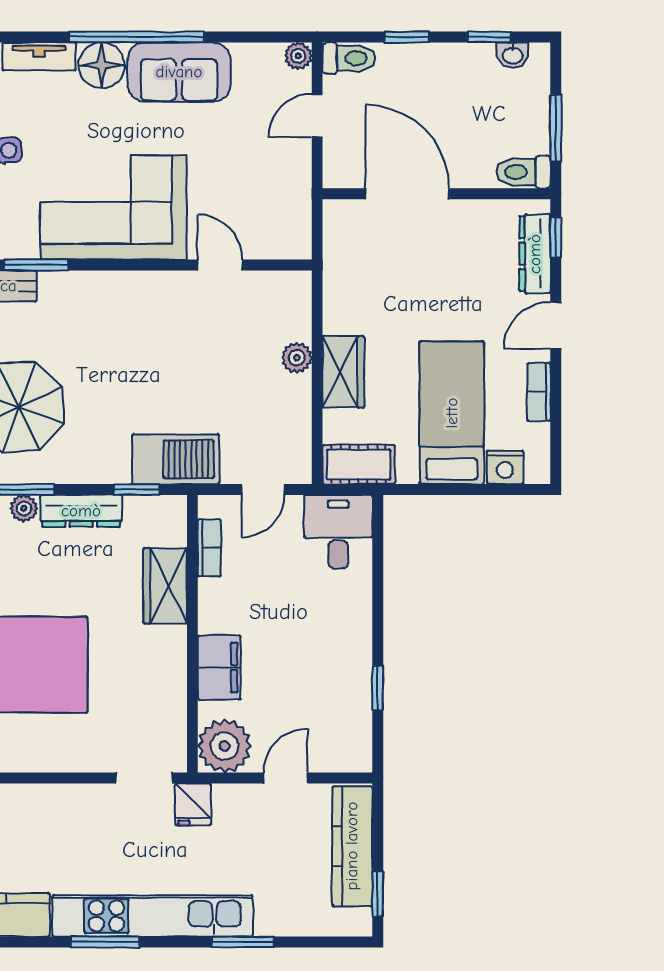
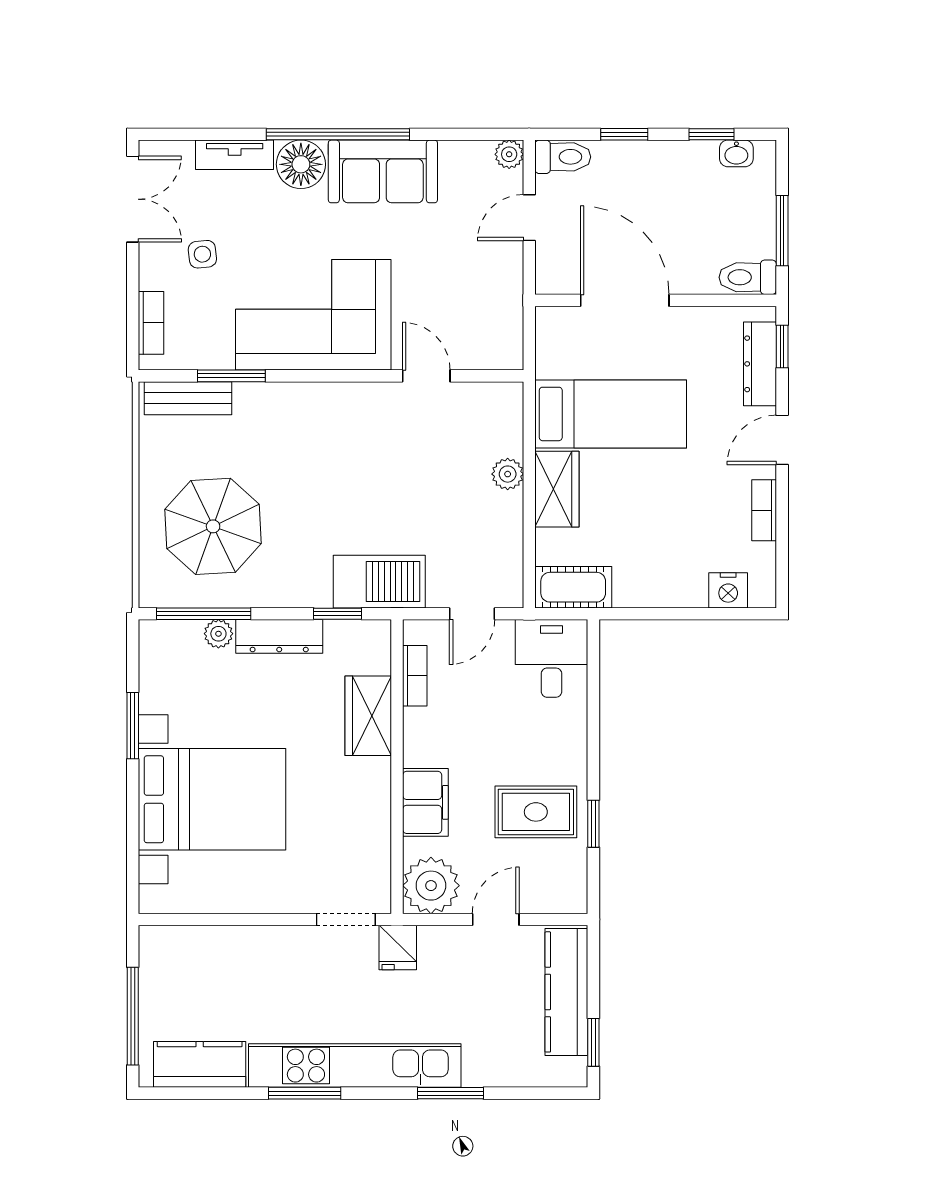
bed: (452, 413) -> (611, 414), moved, turned 90
rug: (323, 677) -> (536, 812), added

